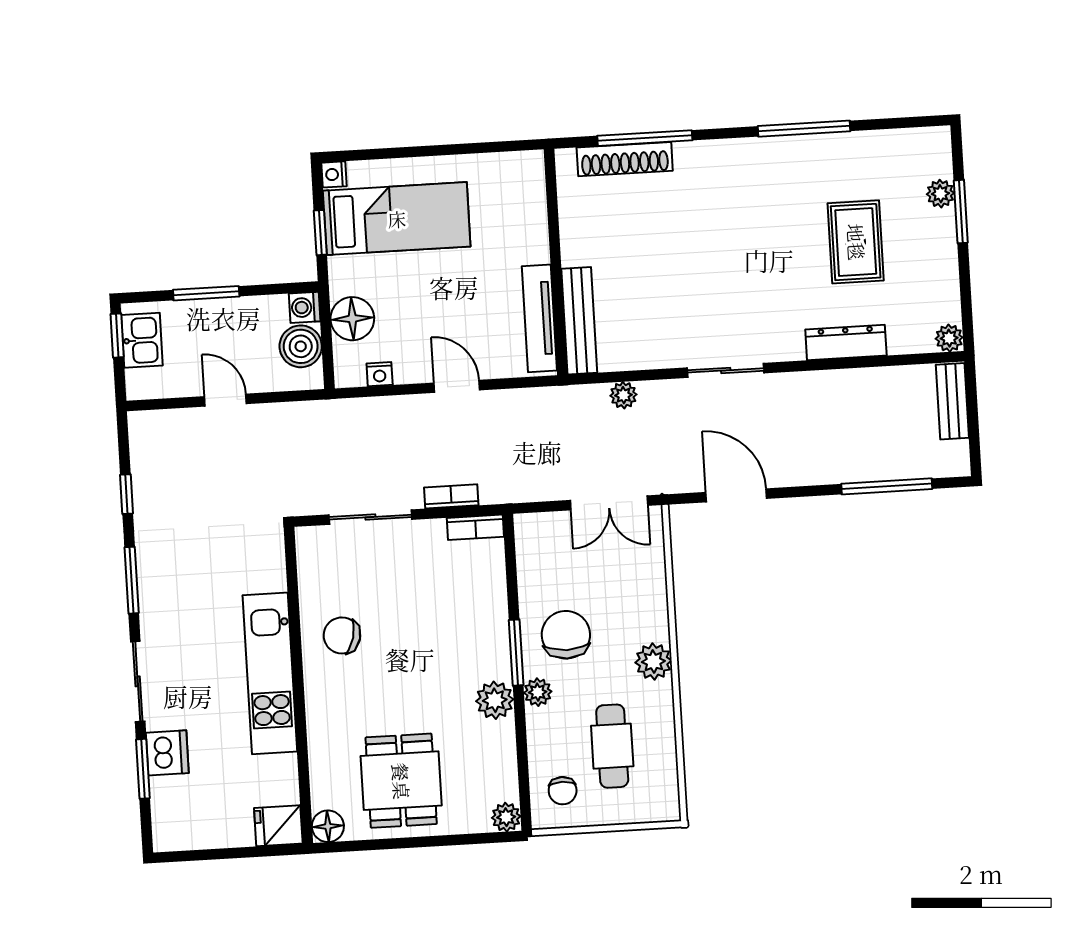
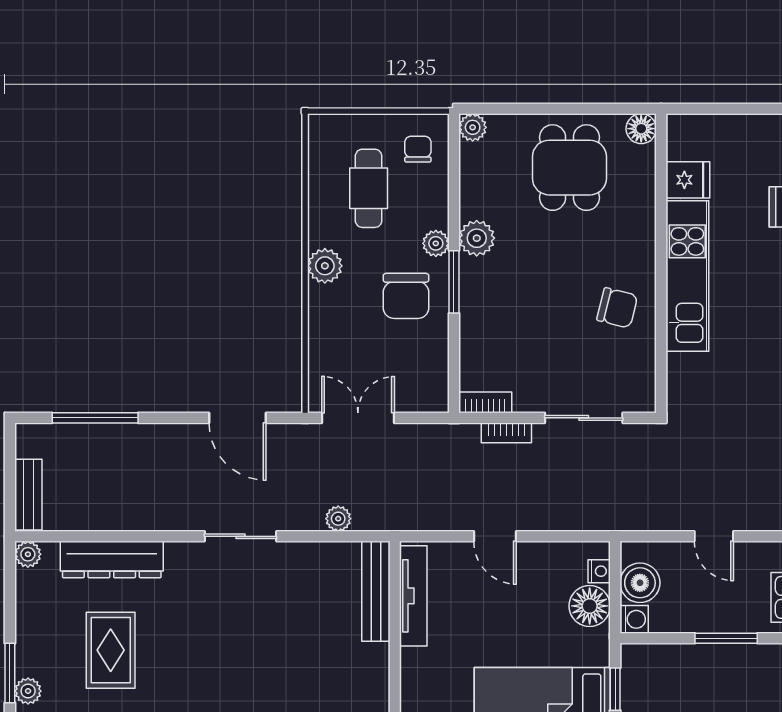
dresser: (846, 342) -> (112, 559), width x1.37, depth x1.24
nightstand: (380, 374) -> (599, 571), moved, turned 90
fridge: (278, 826) -> (688, 180), moved

